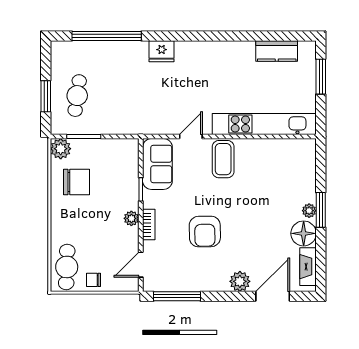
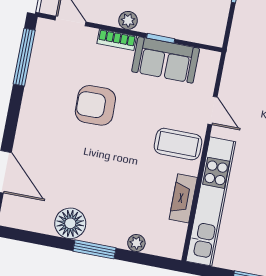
sofa: (157, 164) -> (166, 60), moved
plant: (309, 211) -> (136, 243), moved
fireplace: (308, 267) -> (183, 198), moved, turned -90
plant: (240, 281) -> (27, 136), removed

